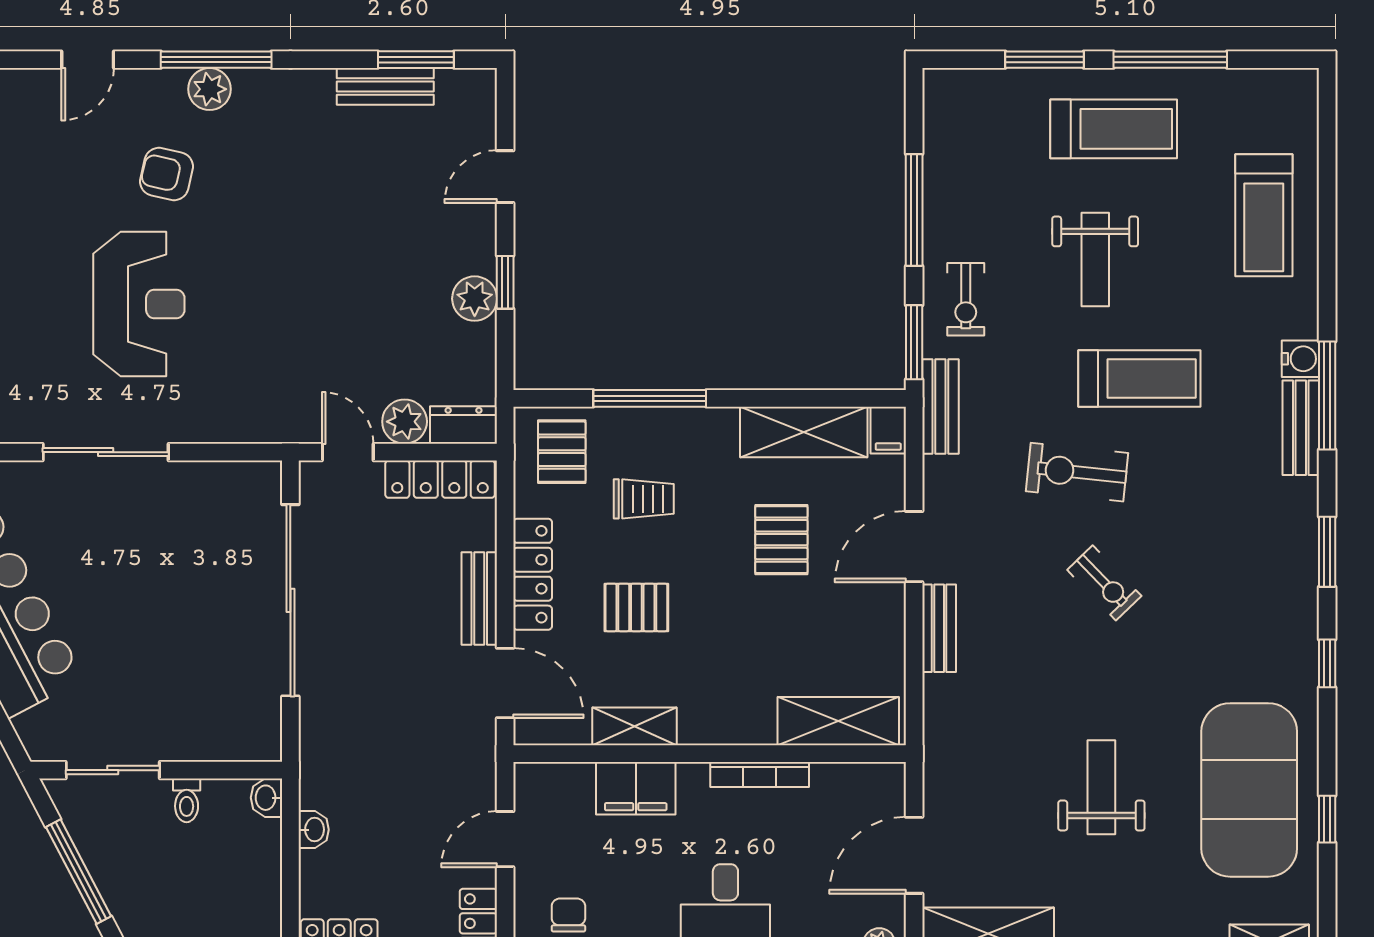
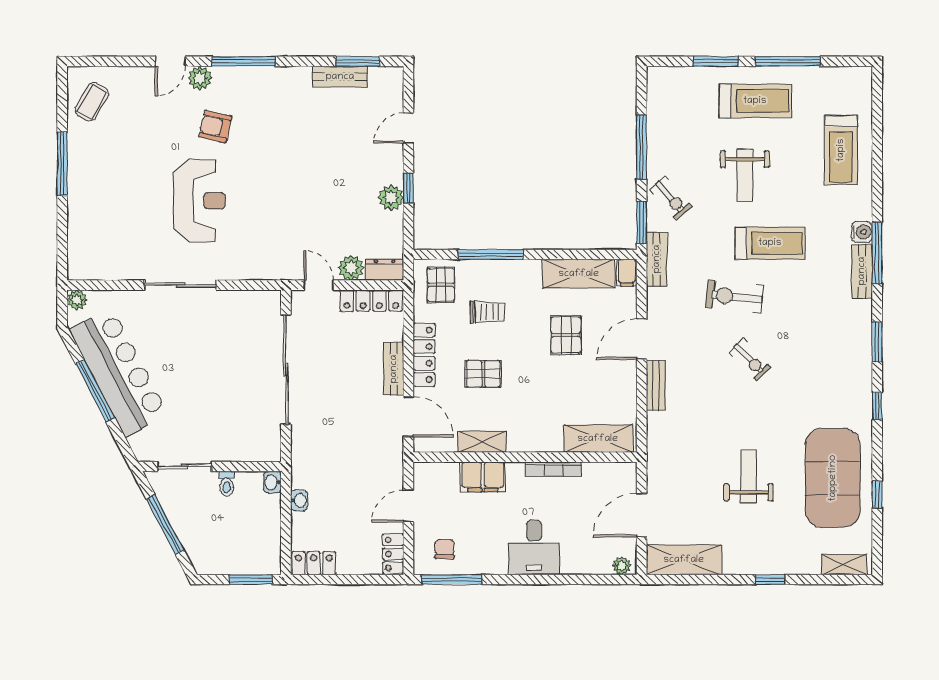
plant: (210, 89) -> (200, 78), moved
exercise bike: (966, 299) -> (671, 198), turned -41

